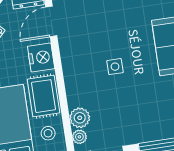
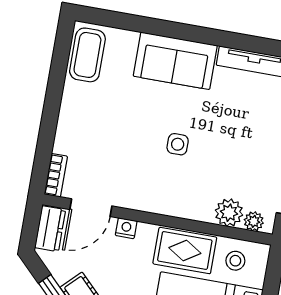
door: (51, 21) -> (91, 208), hinge flipped
nightstand: (41, 57) -> (126, 228), width x0.53, depth x0.56

